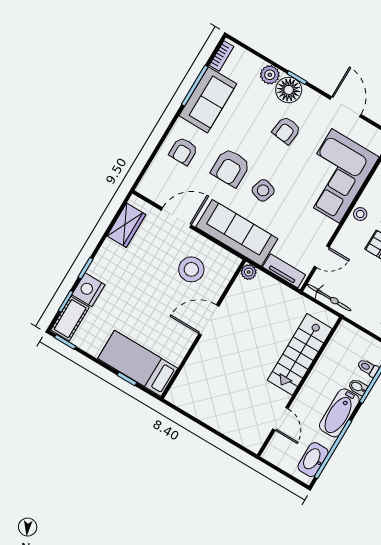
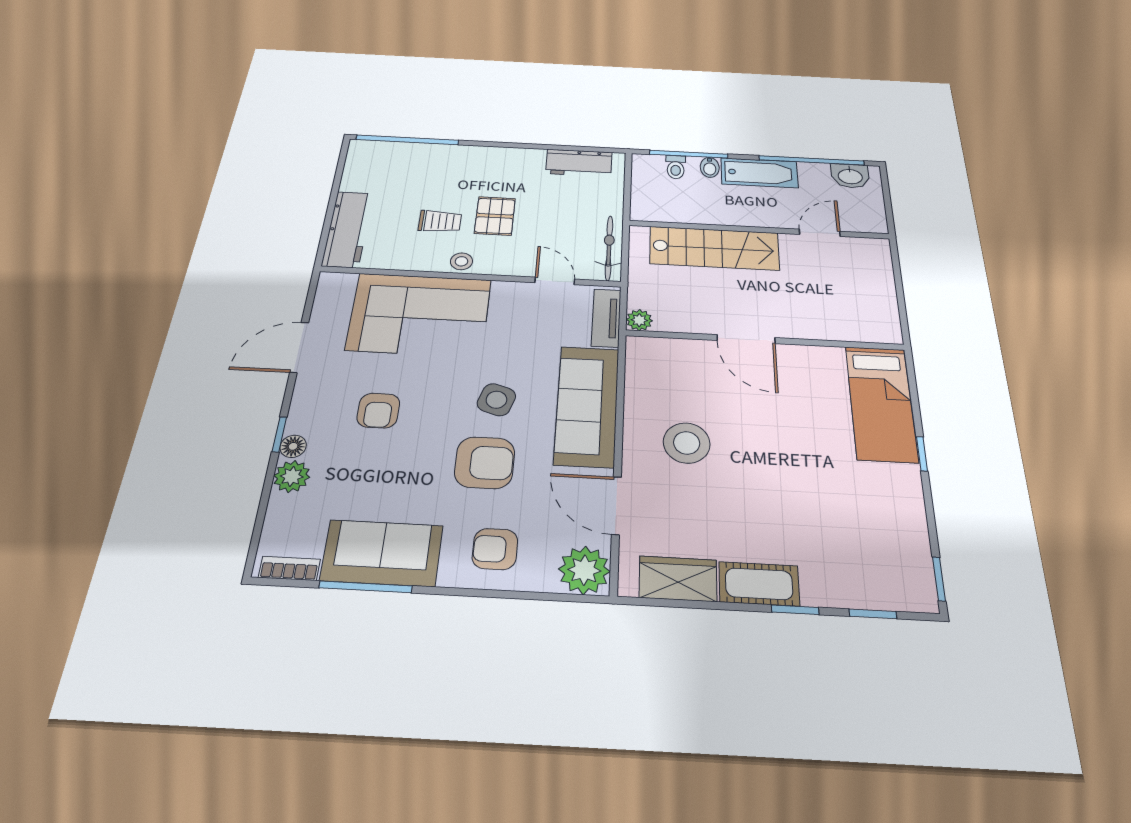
floor lamp: (289, 90) -> (293, 446), width x0.53, depth x0.53
armchair: (286, 130) -> (378, 411), turned 83
armchair: (183, 151) -> (495, 549), turned 180
plant: (152, 186) -> (584, 570), added
plant: (249, 272) -> (639, 320), moved
nightstand: (88, 290) -> (827, 586), removed
cot: (70, 319) -> (759, 584), moved
door: (209, 320) -> (746, 339), moved
wall: (203, 329) -> (765, 340), moved
bed: (138, 363) -> (881, 403), moved
washbasin: (313, 460) -> (850, 176), width x0.72

